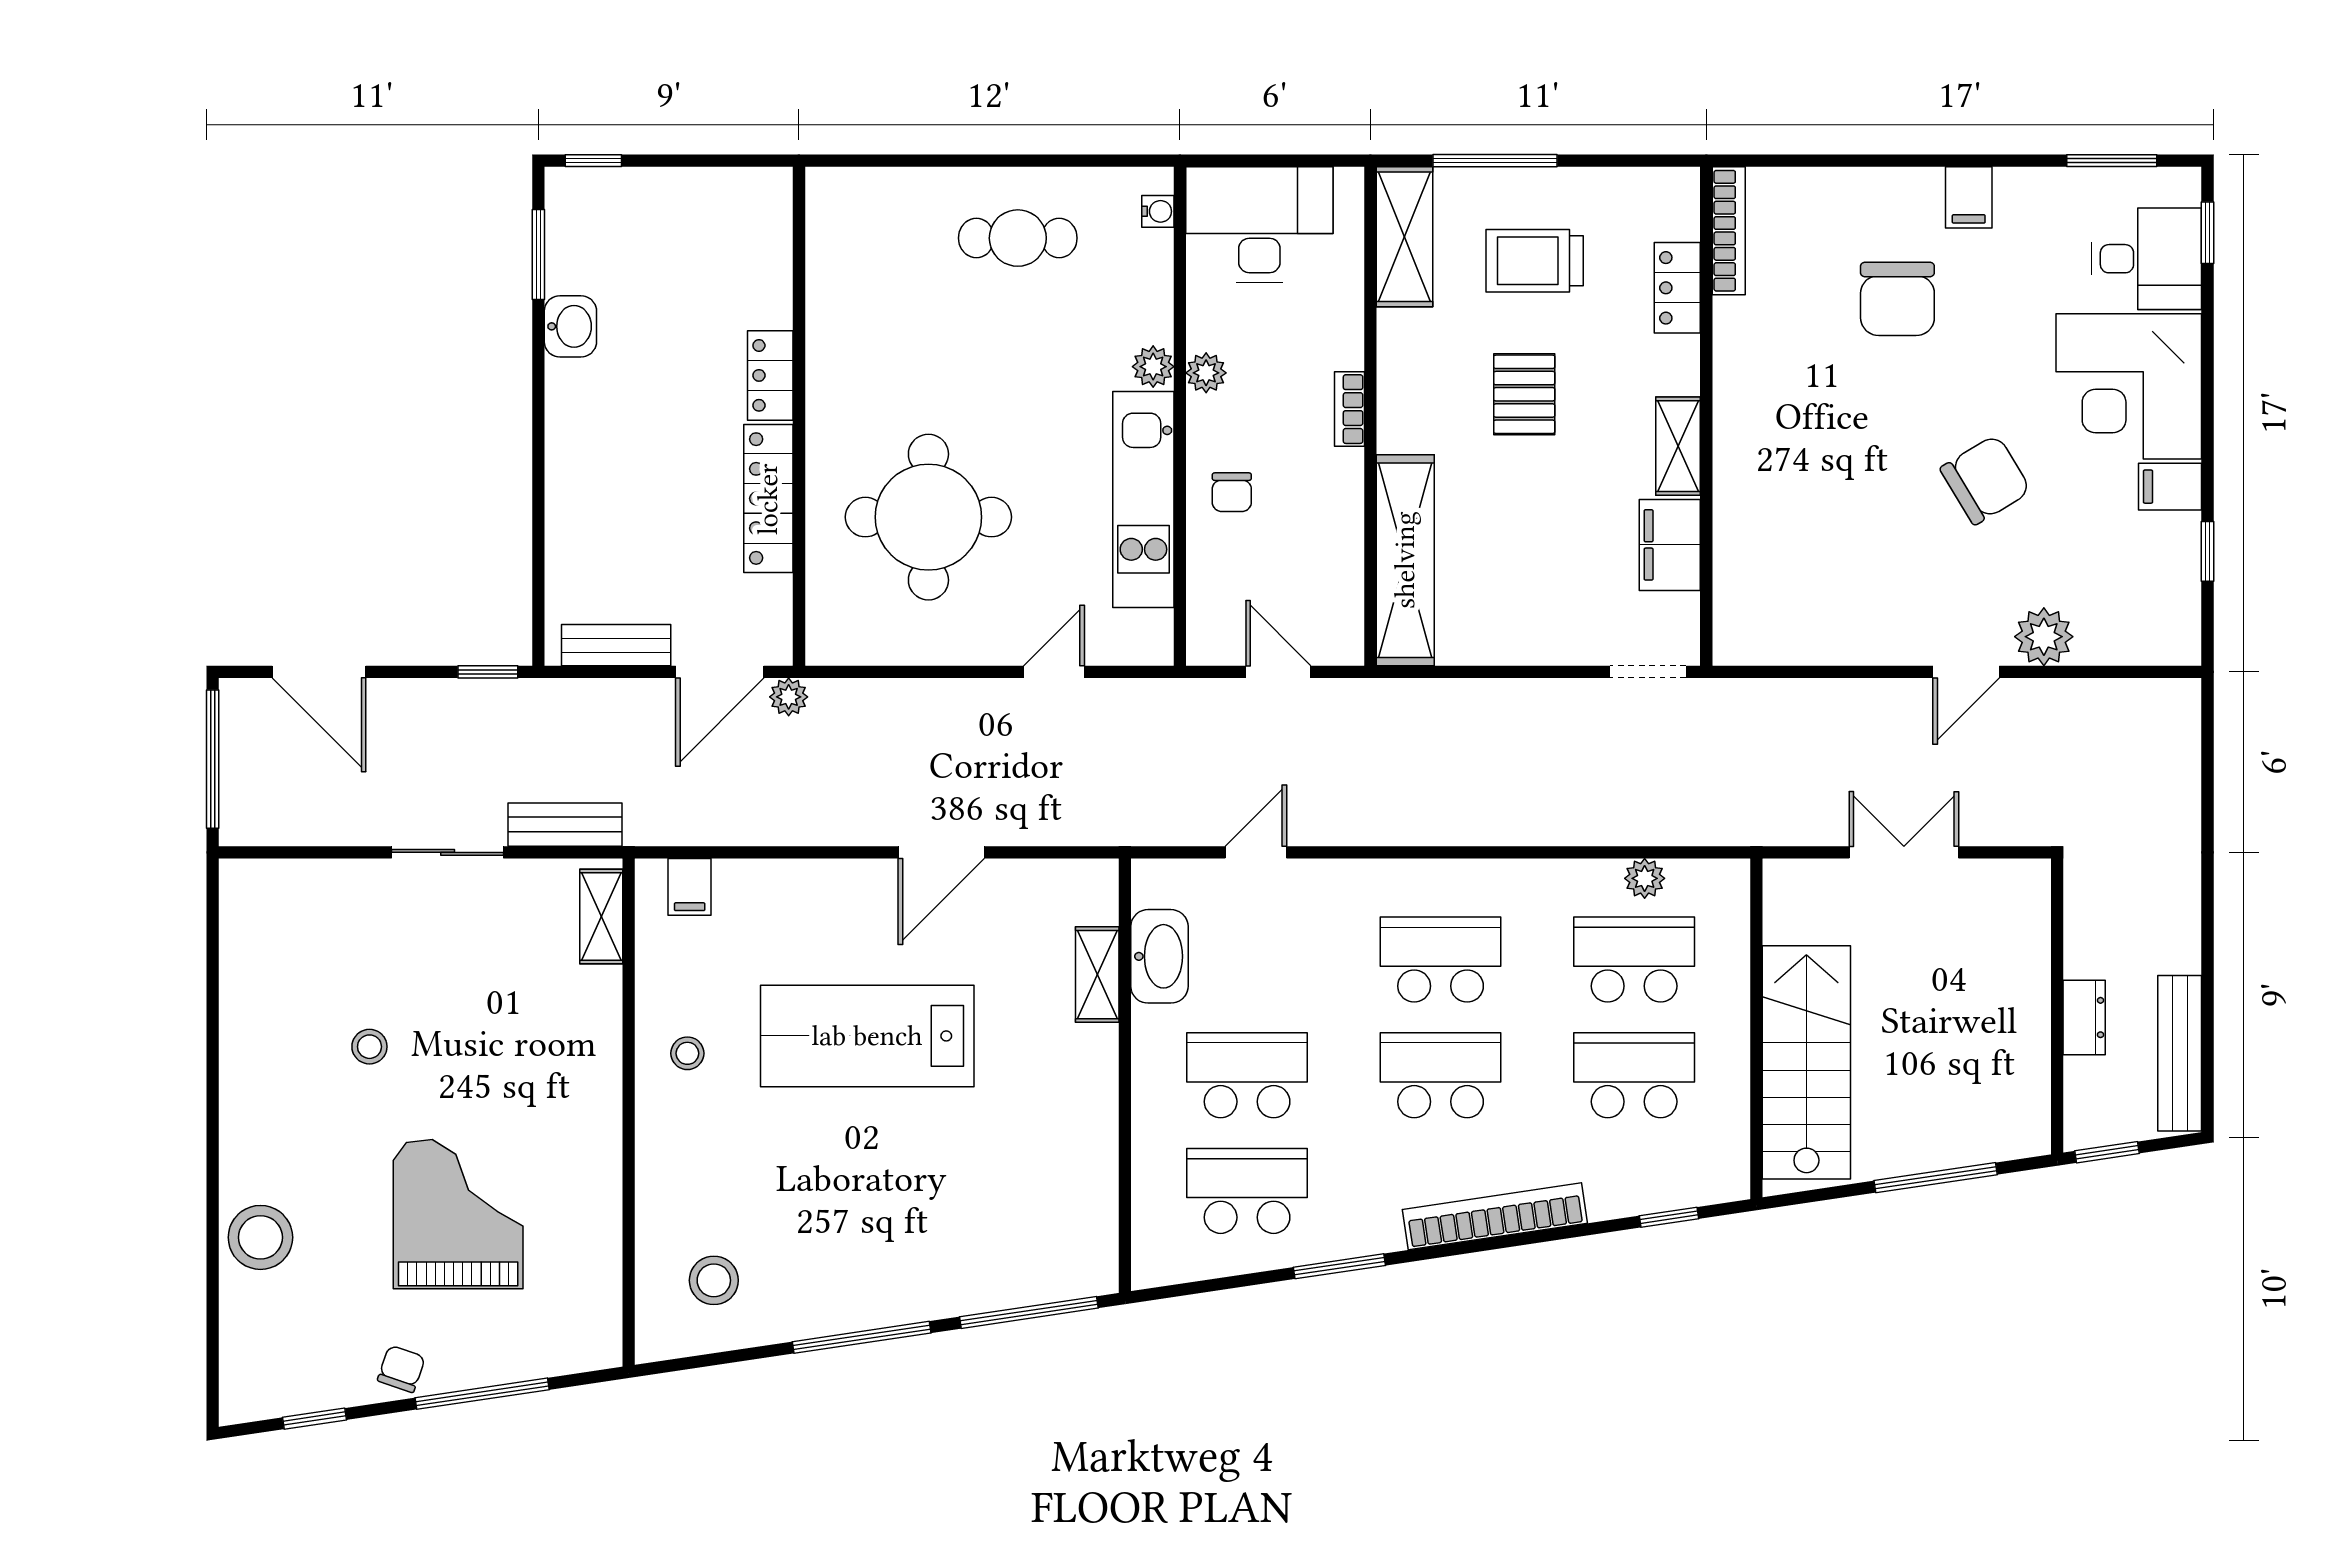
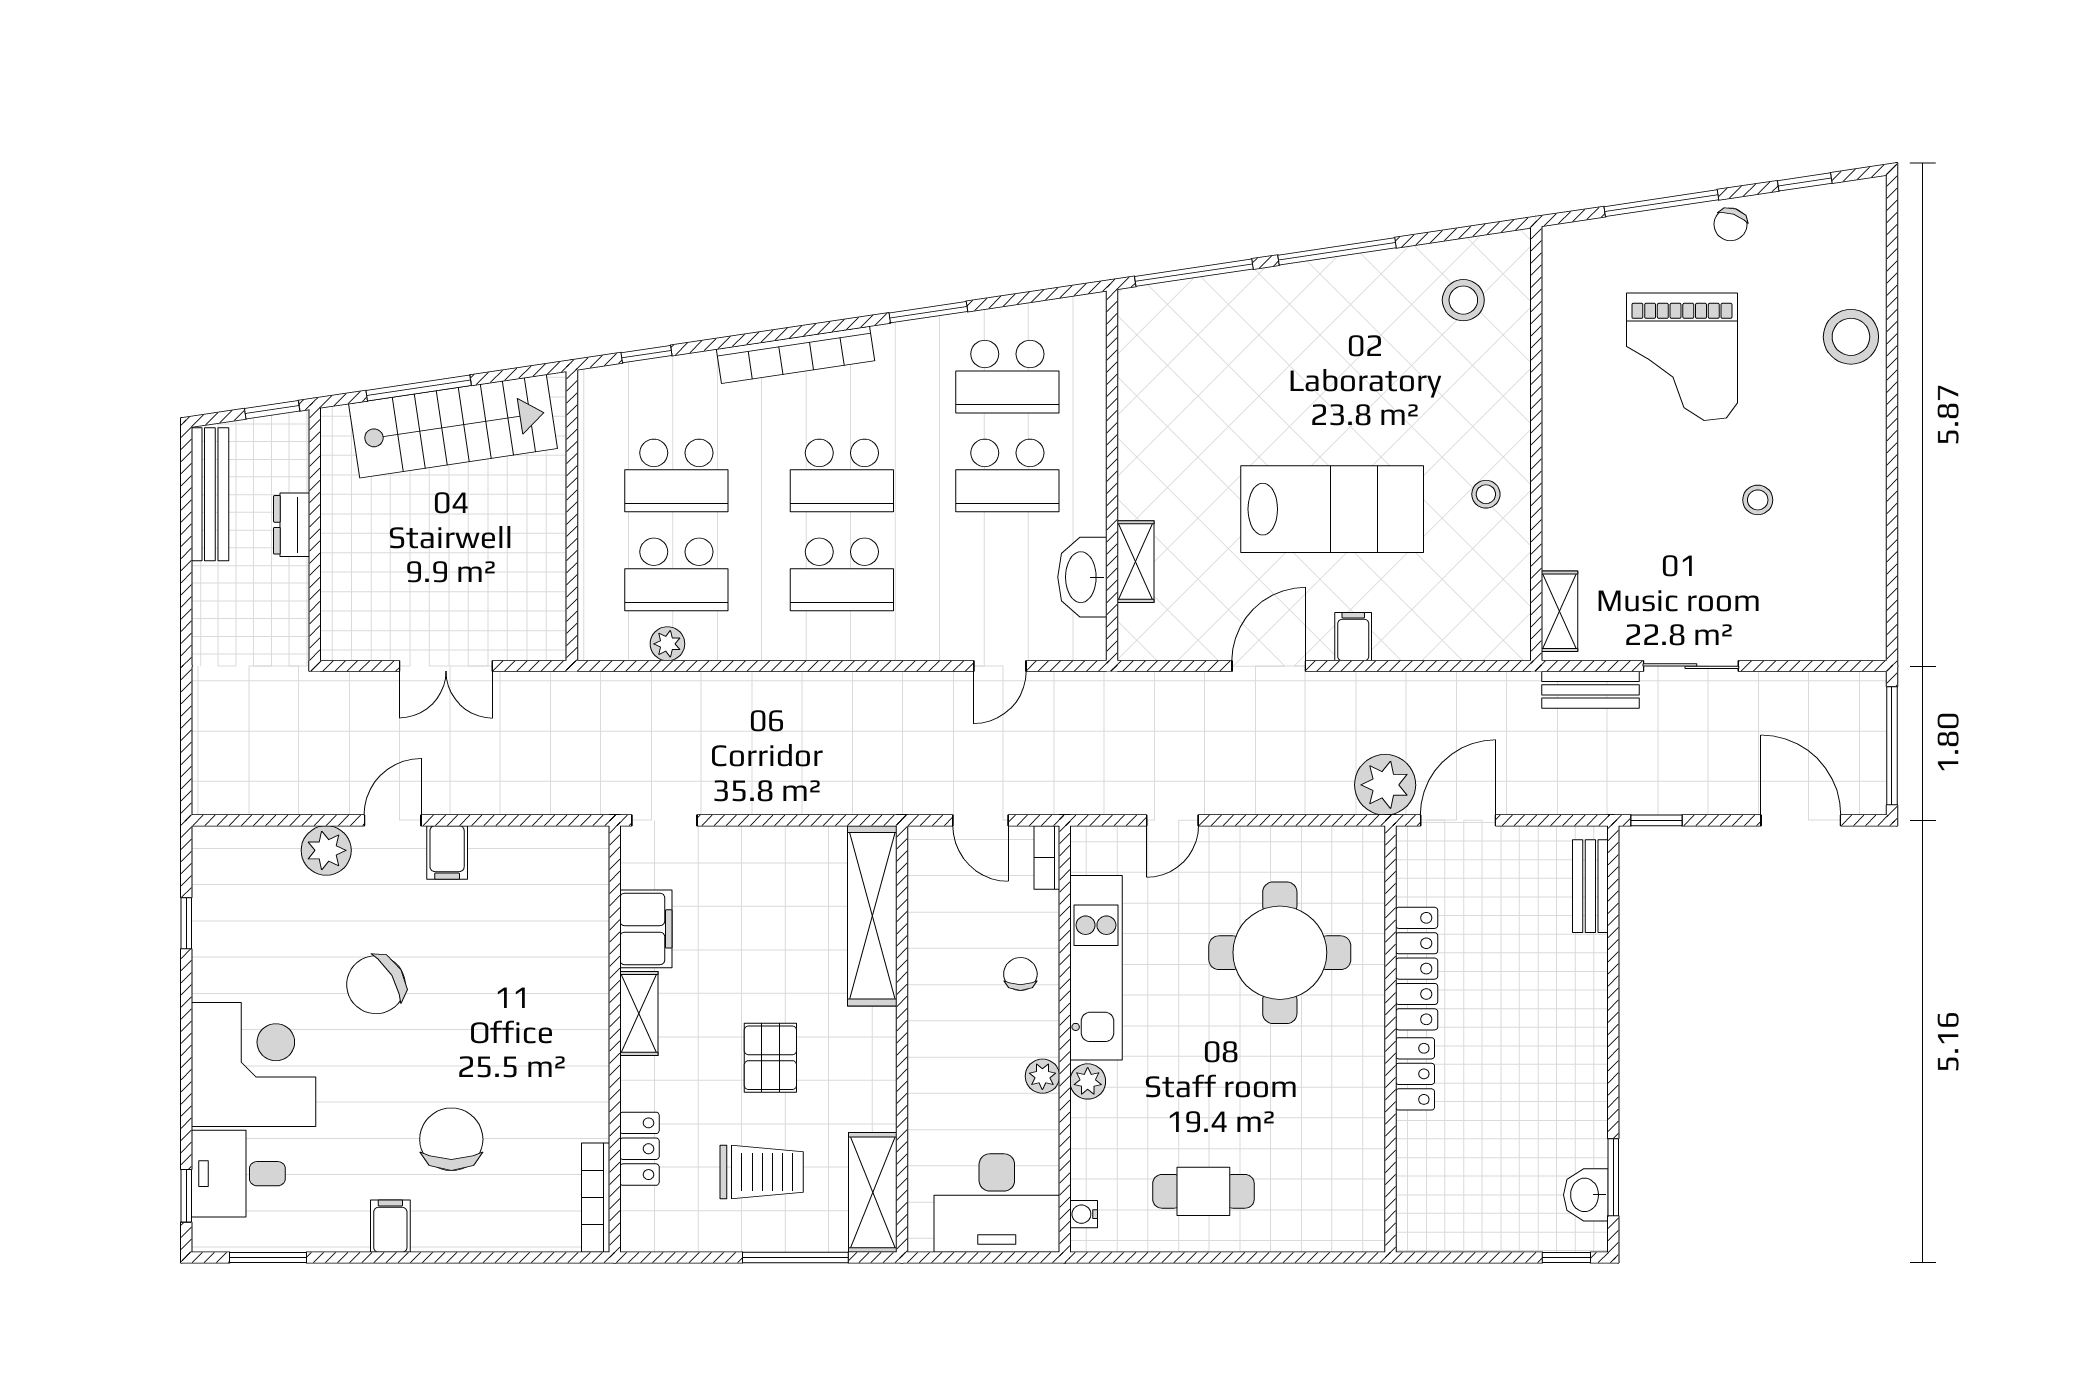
washbasin: (570, 326) -> (1586, 1195), moved
bookcase: (1349, 409) -> (1047, 857), moved, turned 180
filing cabinet: (2170, 487) -> (447, 852), moved, turned 90
bench: (616, 645) -> (1590, 886), moved, turned 90
plant: (789, 697) -> (1385, 785), width x1.88, depth x1.88
filing cabinet: (690, 887) -> (1353, 637), moved
stairs: (1806, 1062) -> (453, 426), moved, turned -98

